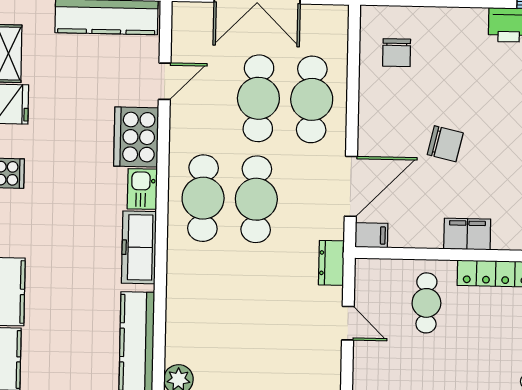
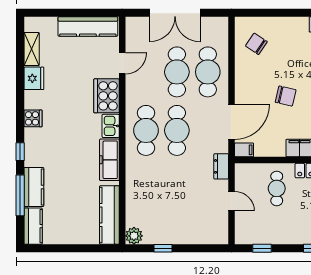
chair: (397, 53) -> (256, 44), turned 124

